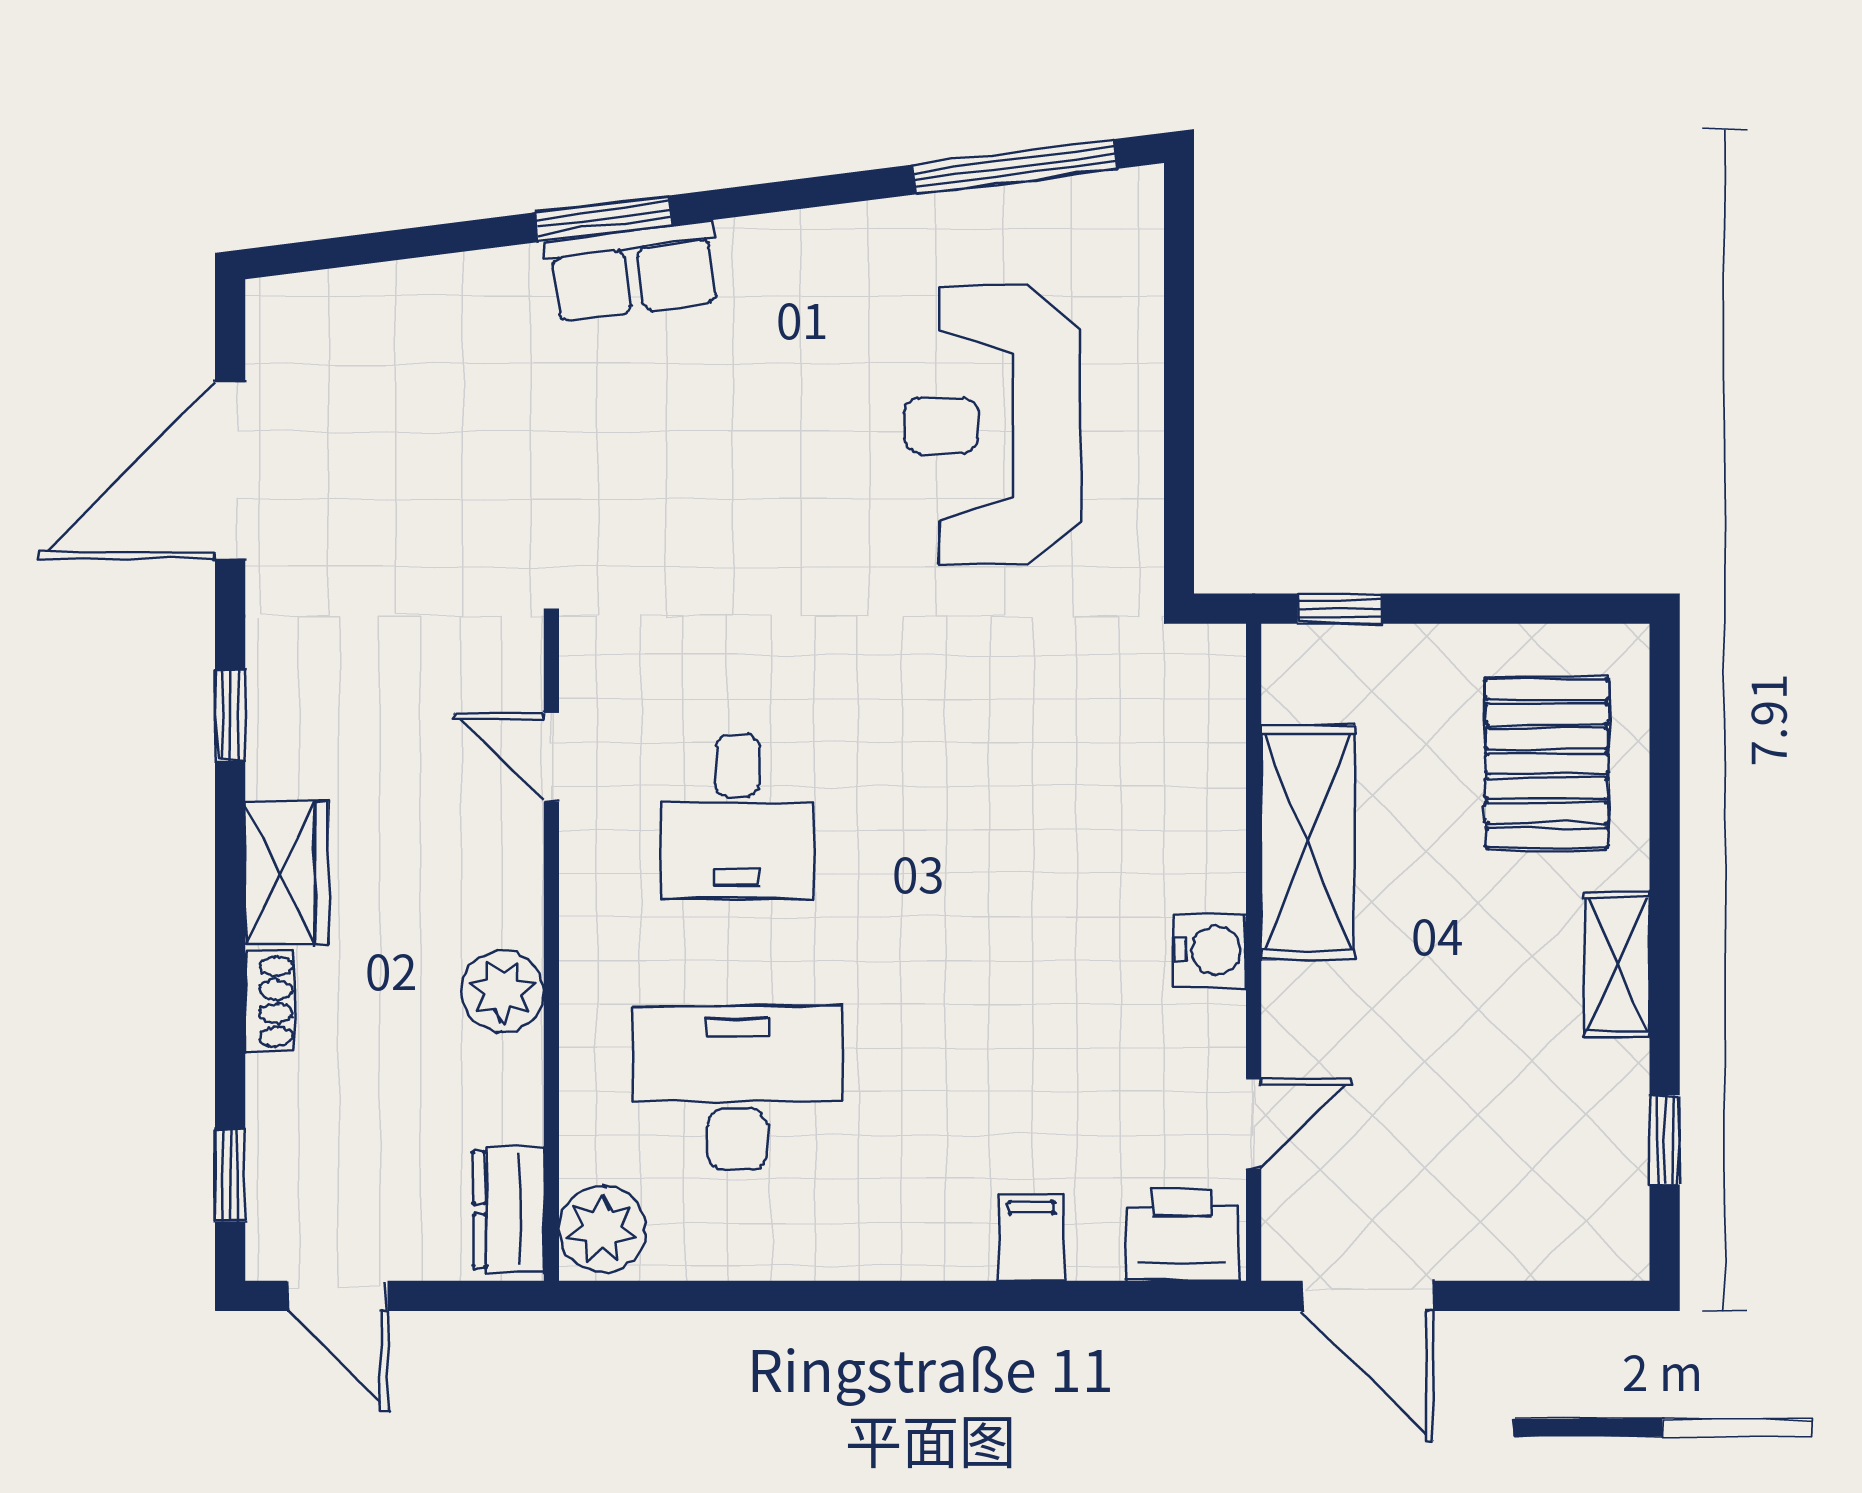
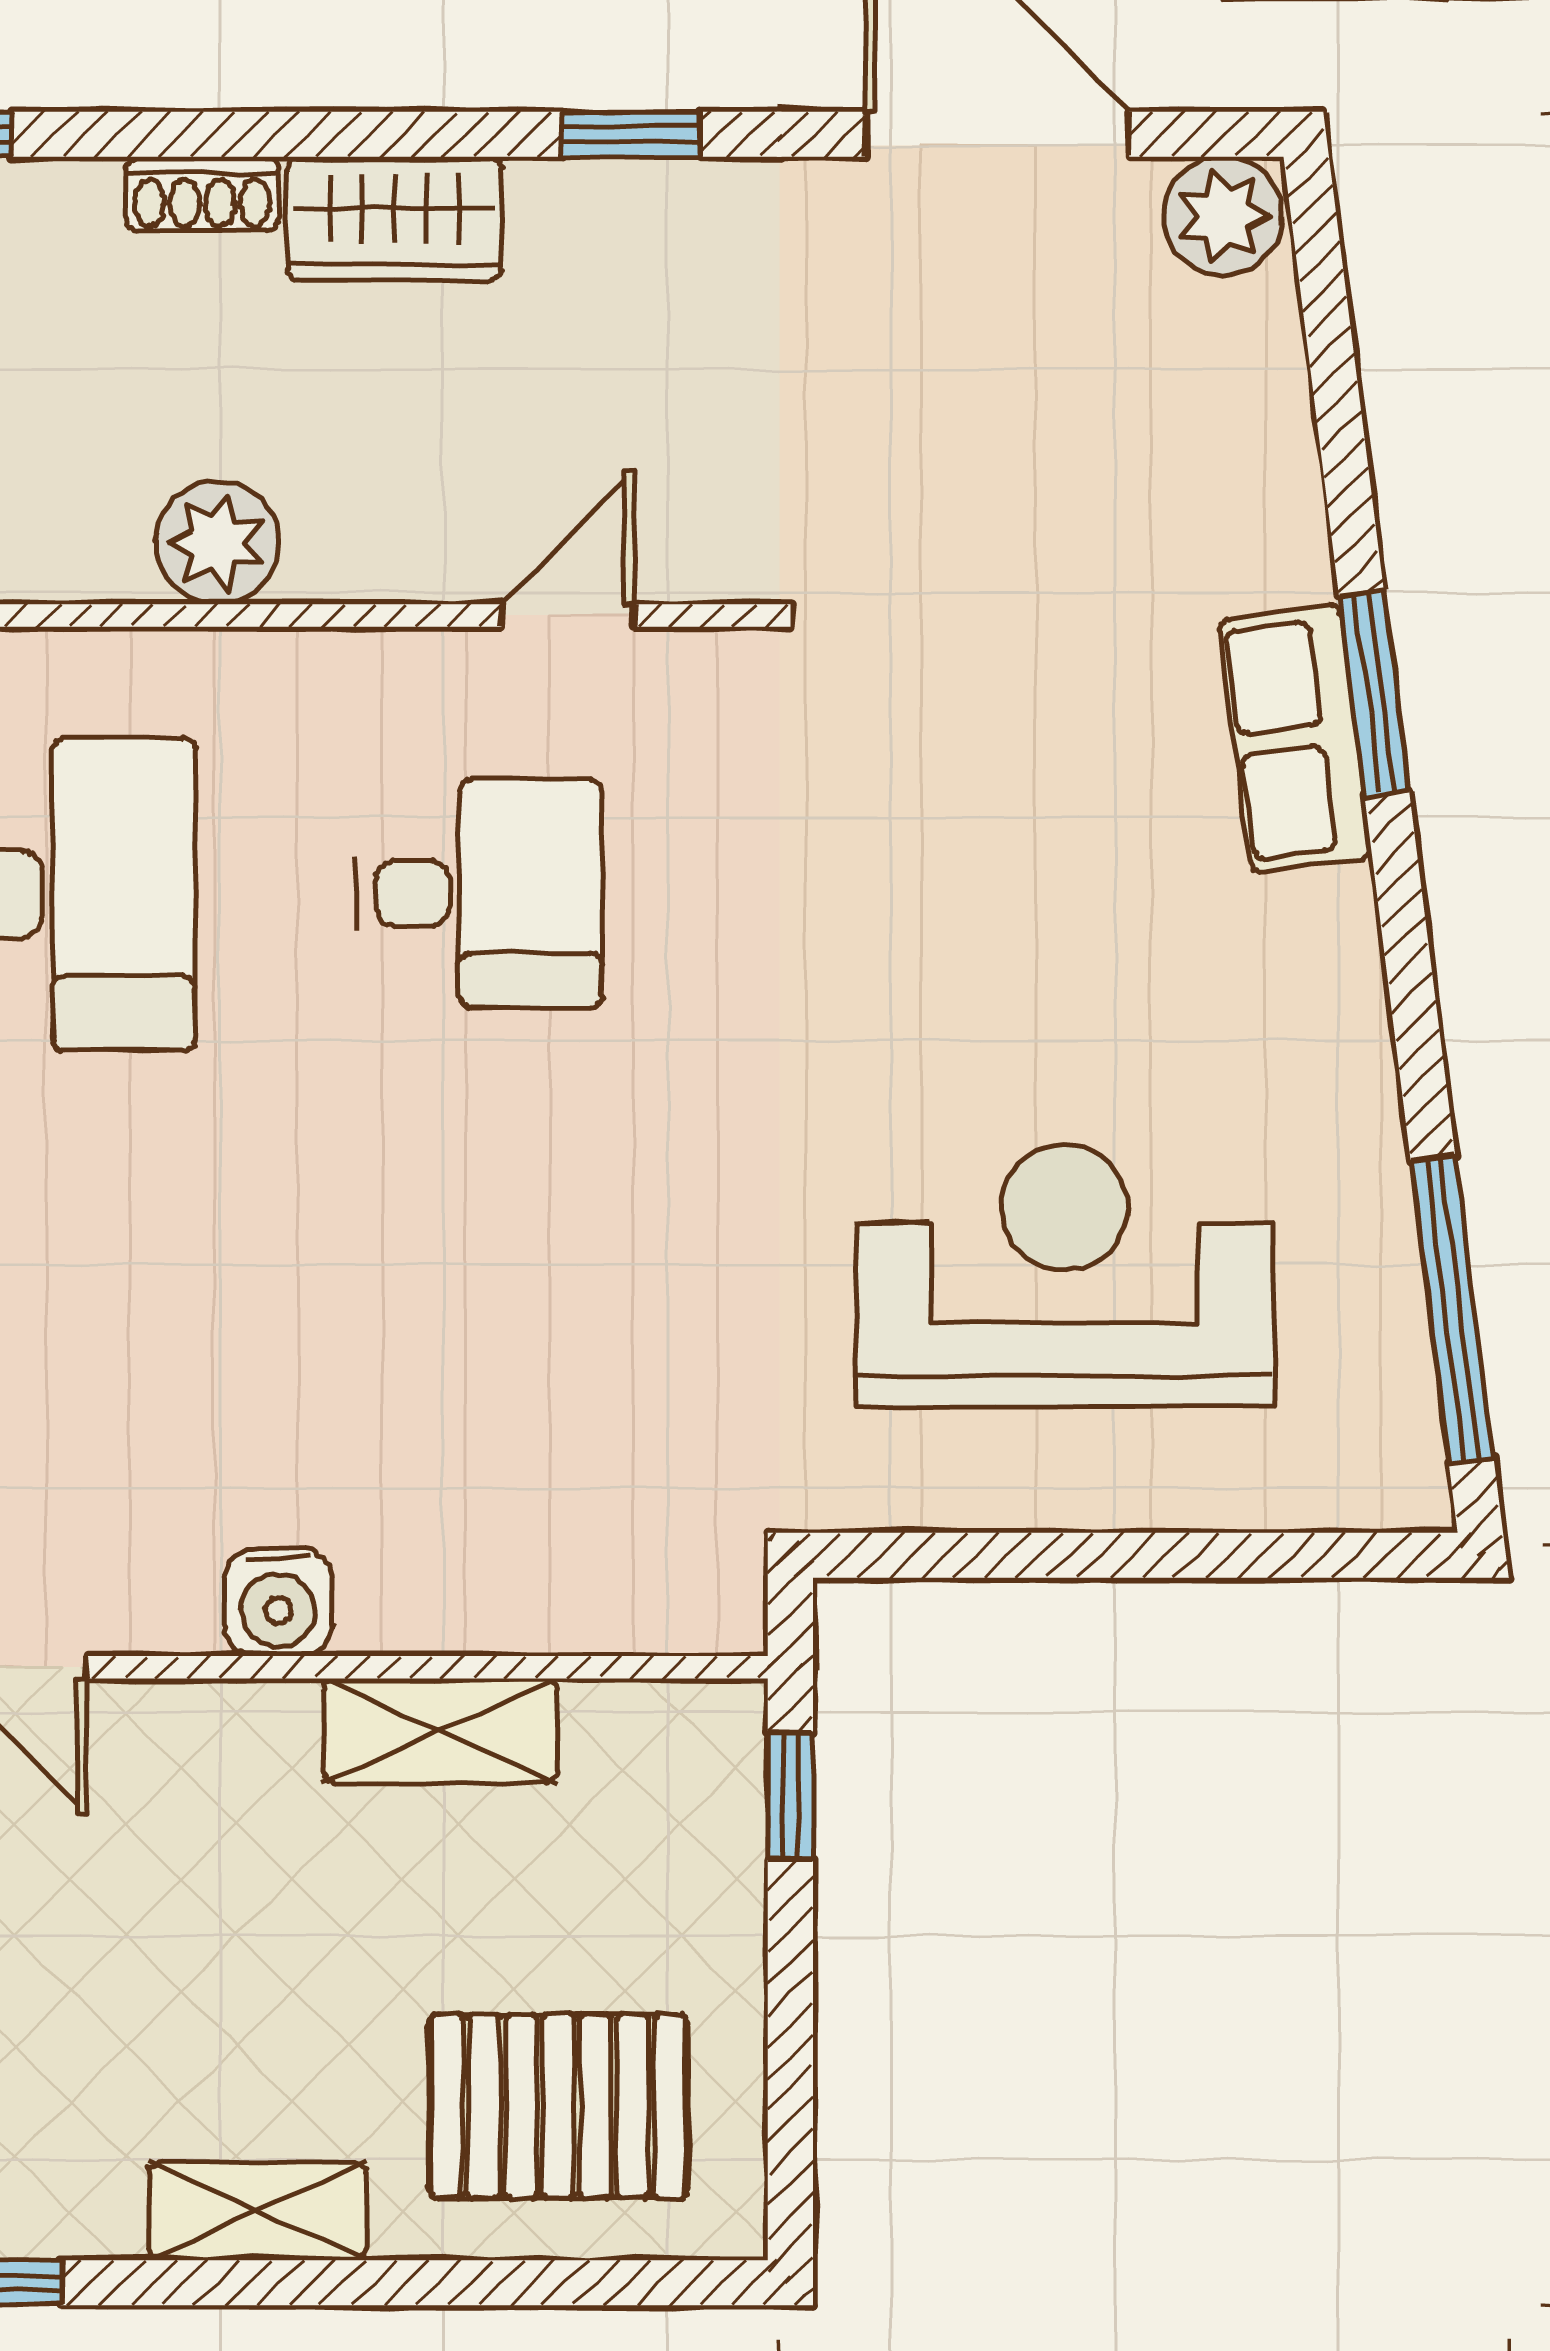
plant: (285, 320) -> (1223, 216), added
desk: (737, 816) -> (479, 894), turned 180
shelving: (1308, 842) -> (441, 1731), width x0.67, depth x0.75

